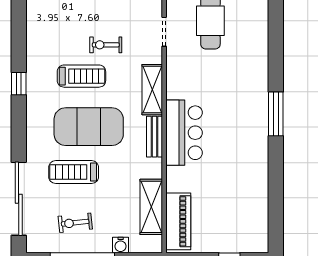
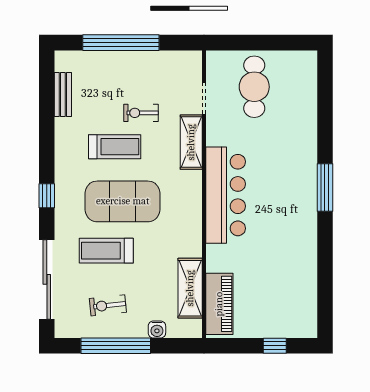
window: (19, 84) -> (47, 196), moved
shelving: (152, 90) -> (191, 142), moved
bar counter: (184, 133) -> (226, 195), width x1.36
bench: (154, 137) -> (63, 95), moved

